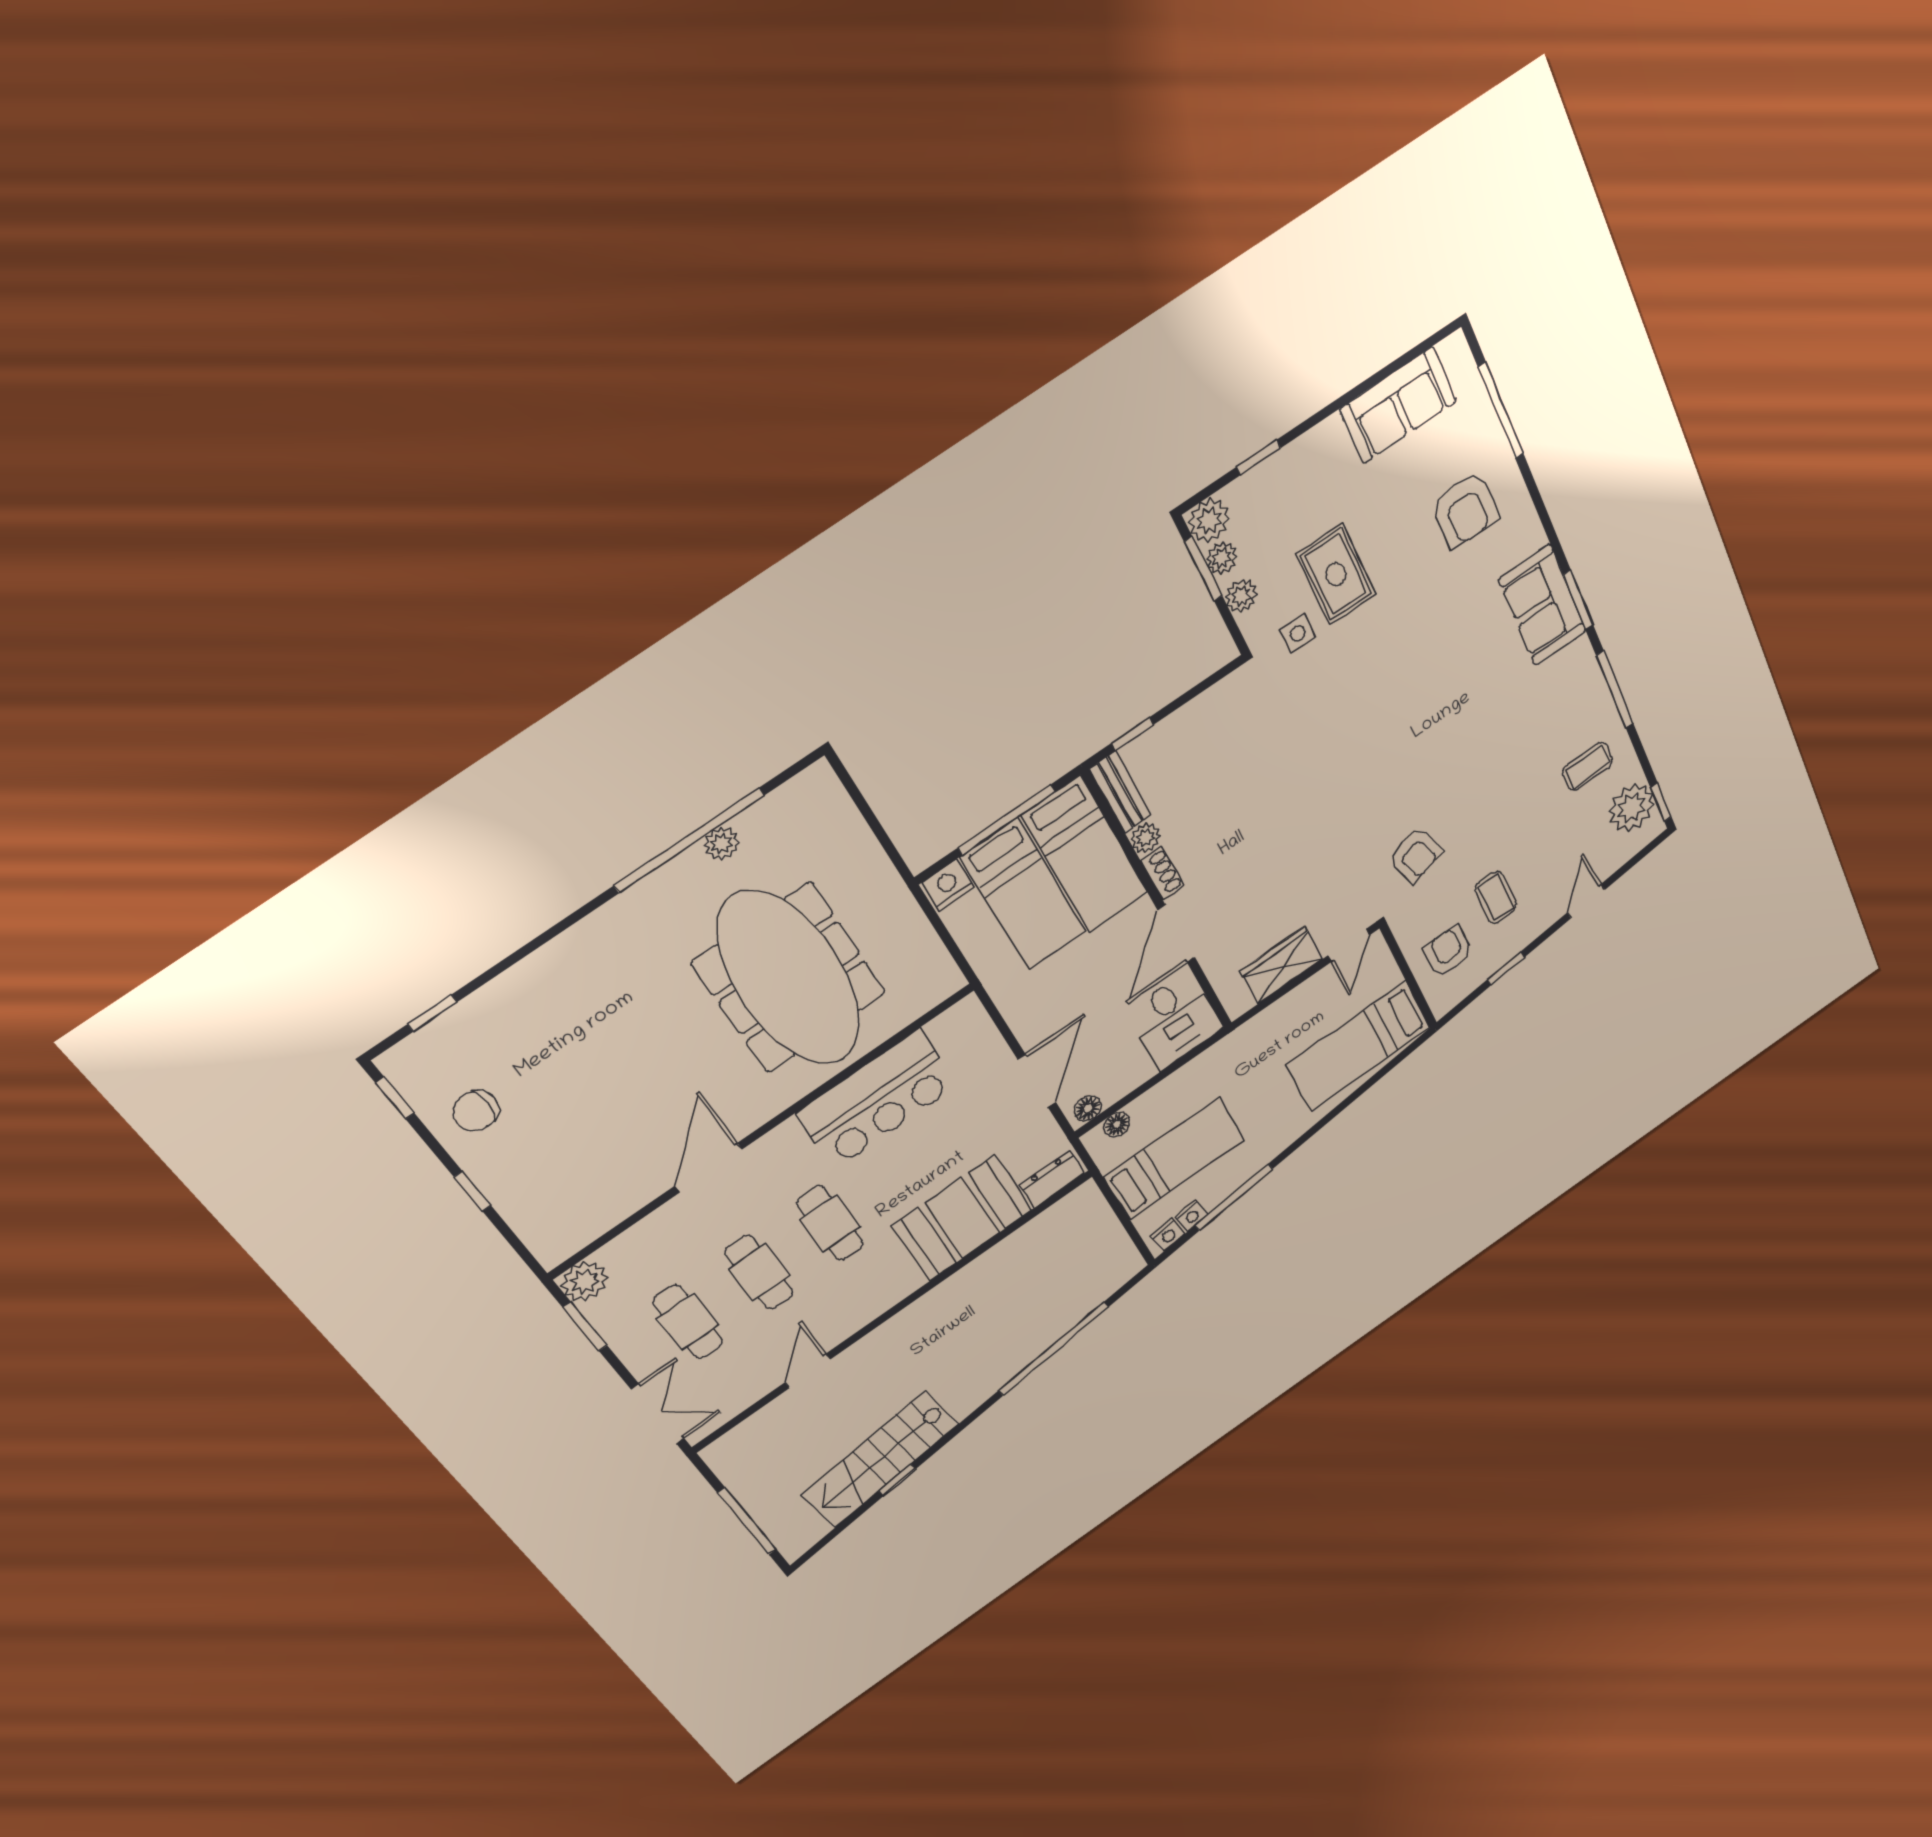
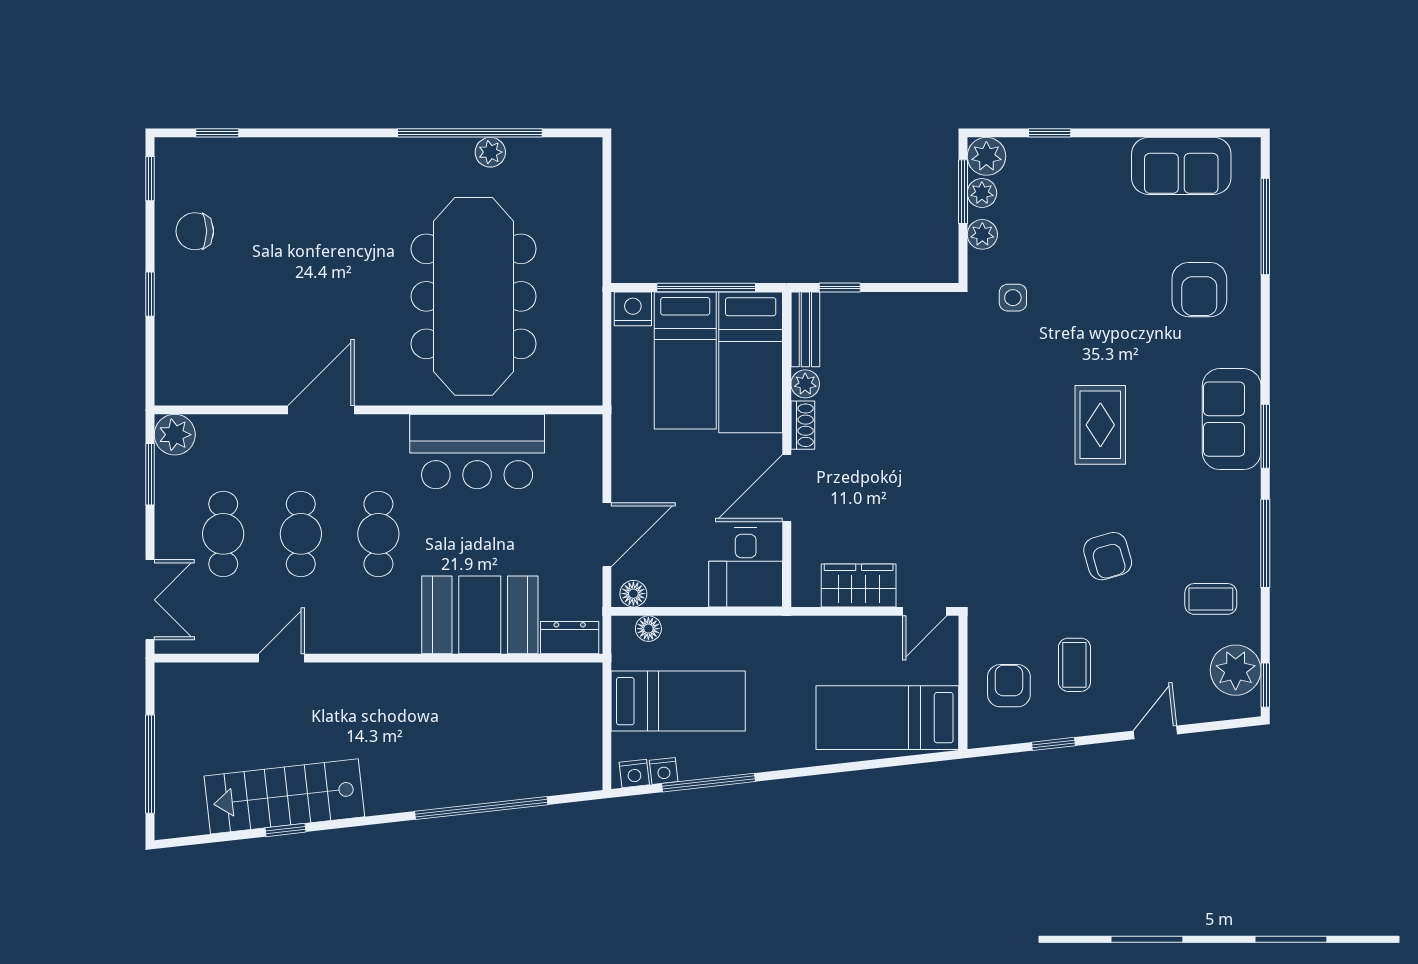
rug: (1336, 574) -> (1100, 425), moved
armchair: (1415, 855) -> (1108, 556), moved

